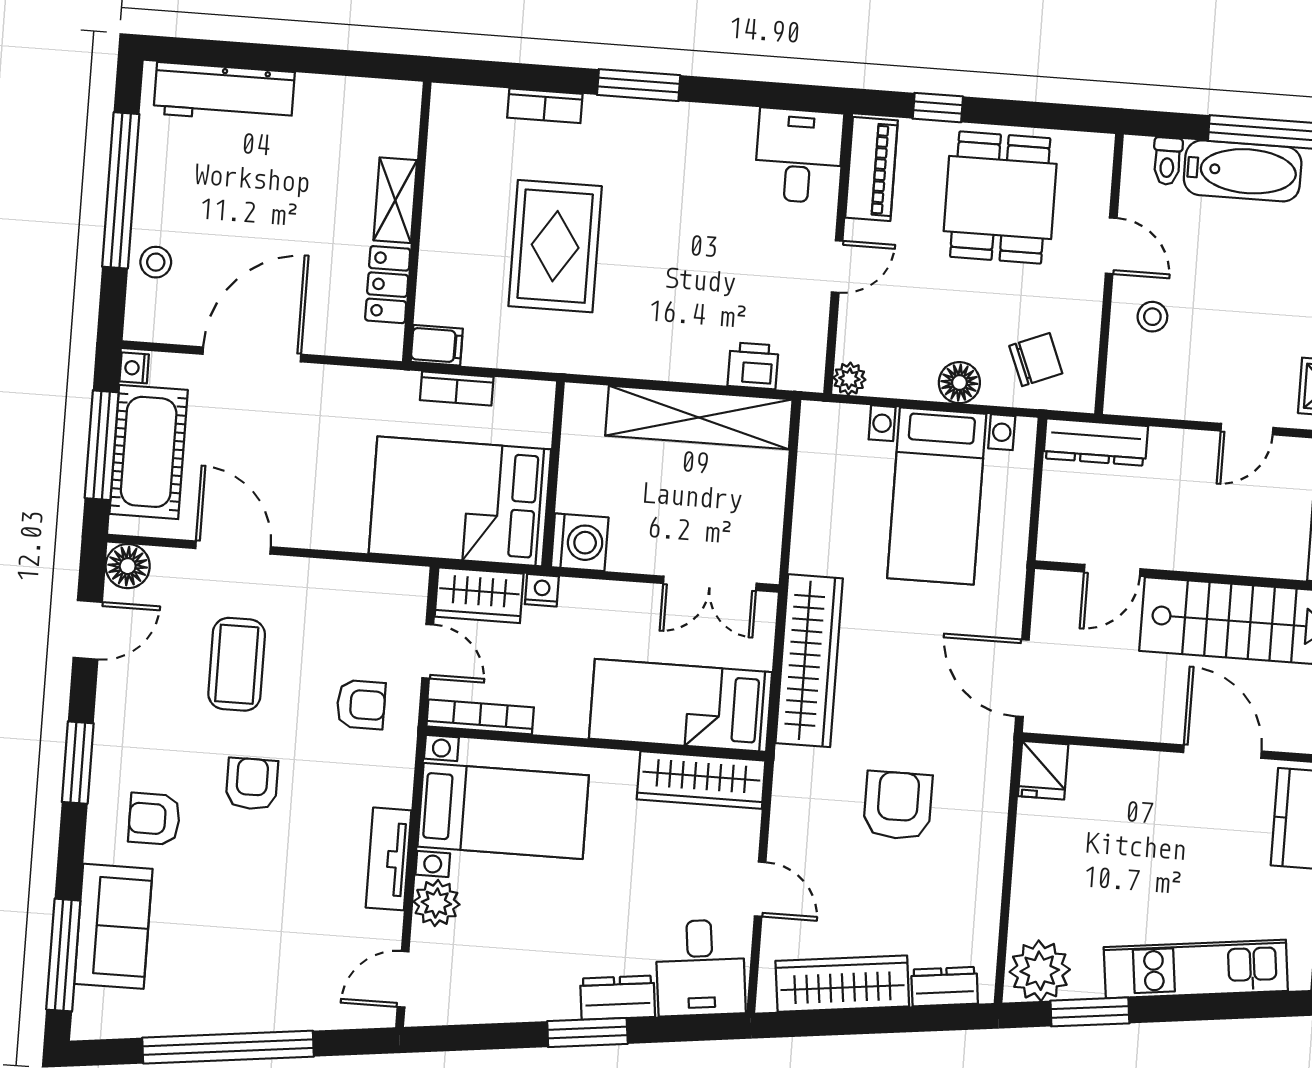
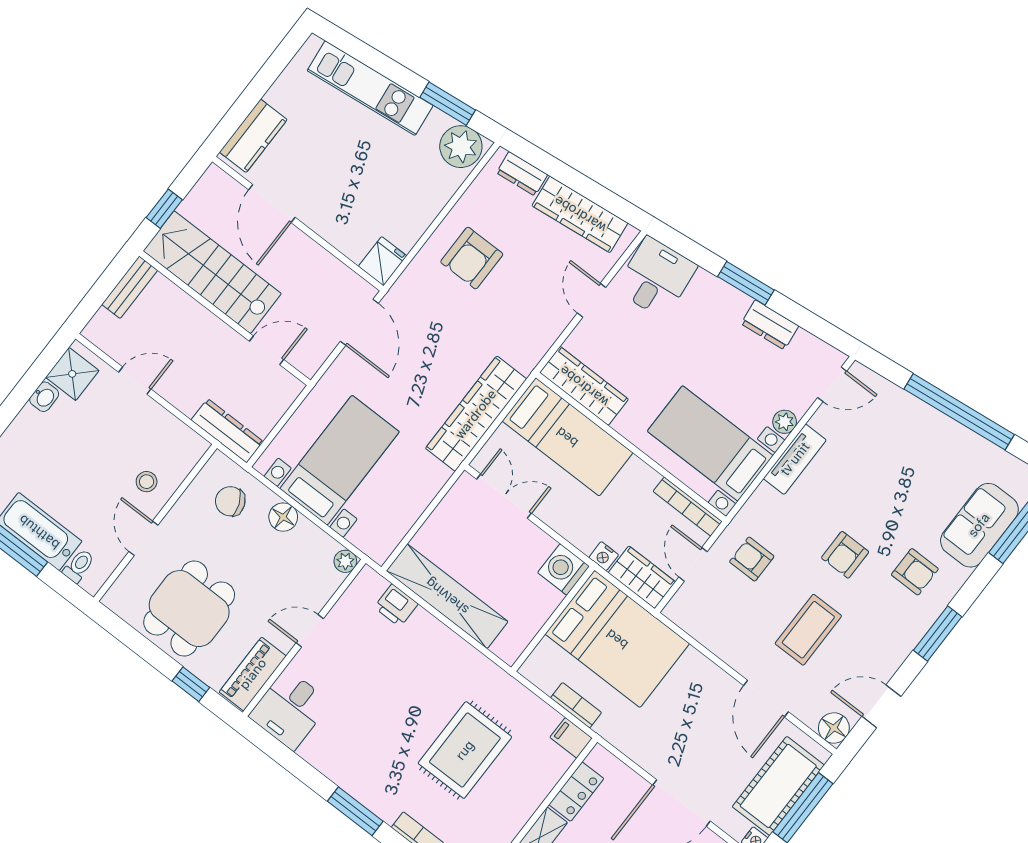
armchair: (898, 806) -> (472, 258), moved
plant: (436, 903) -> (785, 422), width x0.73, depth x0.73
dresser: (618, 998) -> (770, 325), moved

